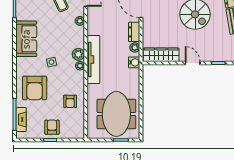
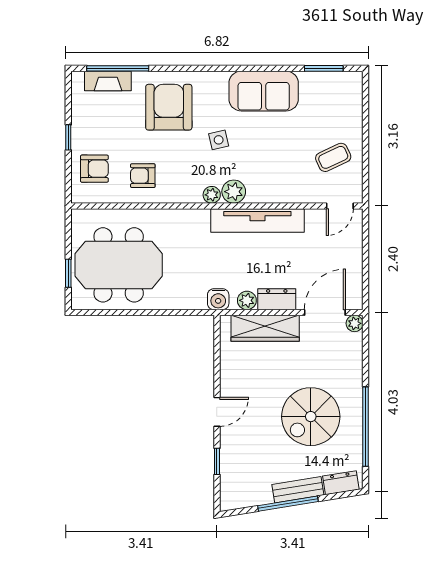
plant: (80, 21) -> (298, 194), removed
wardrobe: (161, 55) -> (265, 328), moved, turned 90
tv unit: (93, 60) -> (257, 221), moved
armchair: (35, 88) -> (169, 107), turned 90
armchair: (52, 127) -> (94, 169), moved

